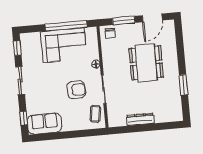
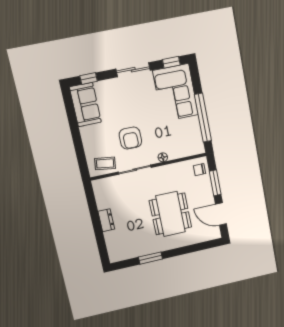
corner sofa: (64, 45) -> (176, 93), moved
dining table: (146, 63) -> (170, 214), turned 90
dresser: (140, 119) -> (106, 220), width x0.70

